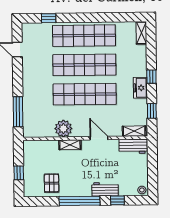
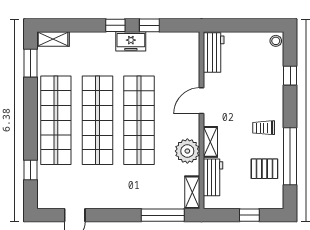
window: (124, 17) -> (31, 63), added
window: (152, 111) -> (149, 25), moved
shelving: (134, 131) -> (192, 192), moved
trolley: (81, 182) -> (264, 128), added
workbench: (105, 189) -> (213, 177), moved, turned 180
window: (80, 201) -> (290, 156), moved

